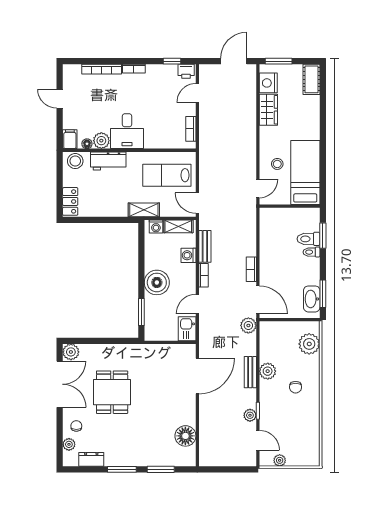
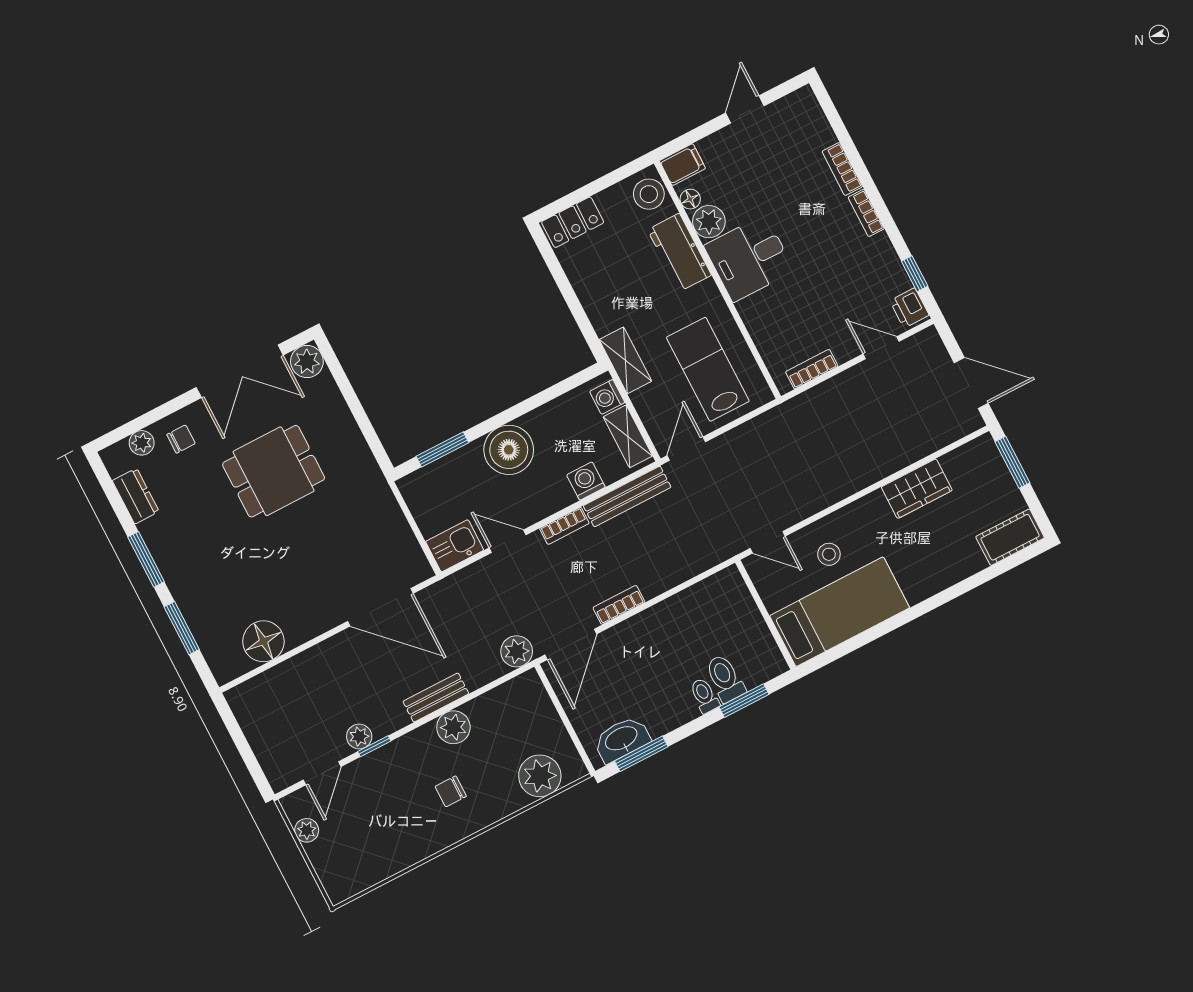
bookcase: (102, 69) -> (842, 169), width x0.64
nightstand: (268, 83) -> (964, 464), removed
bench: (205, 246) -> (627, 496), width x1.36

